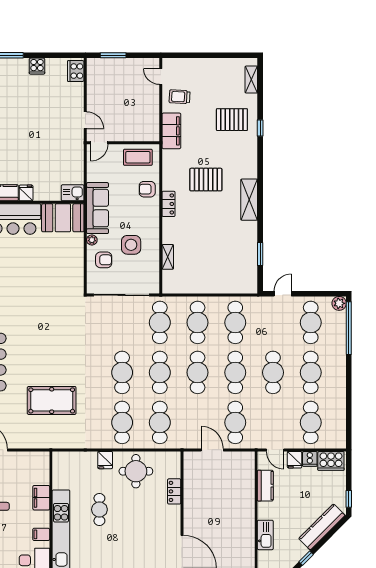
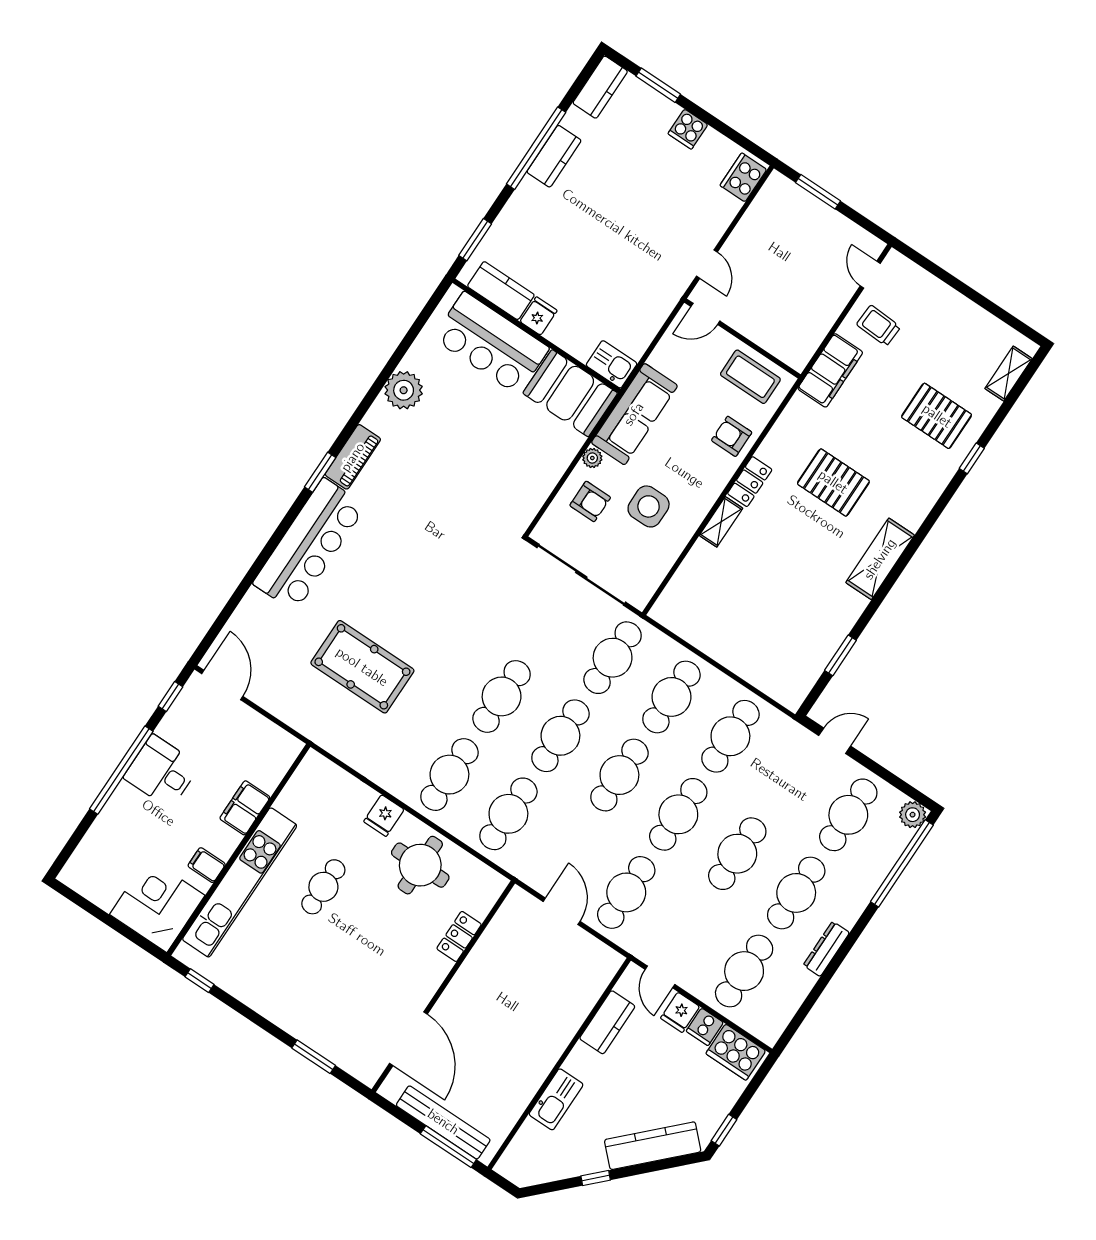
shelving: (168, 257) -> (721, 522), moved
dresser: (341, 388) -> (826, 949), added

